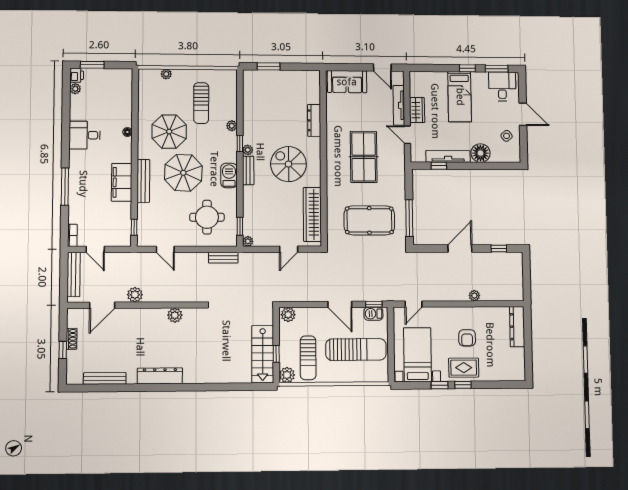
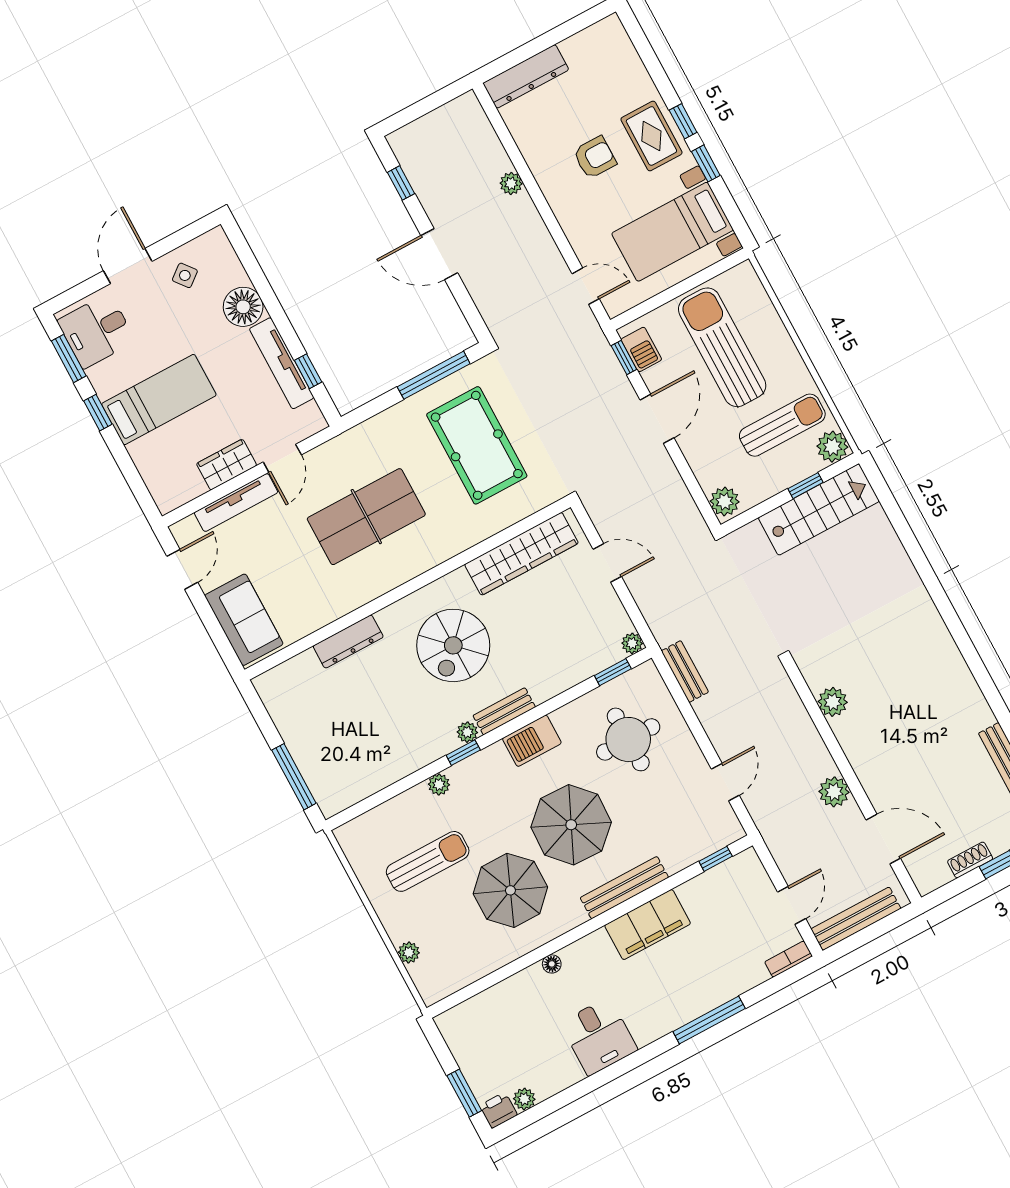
window: (269, 66) -> (294, 777), width x1.44
dresser: (160, 376) -> (953, 670), removed

